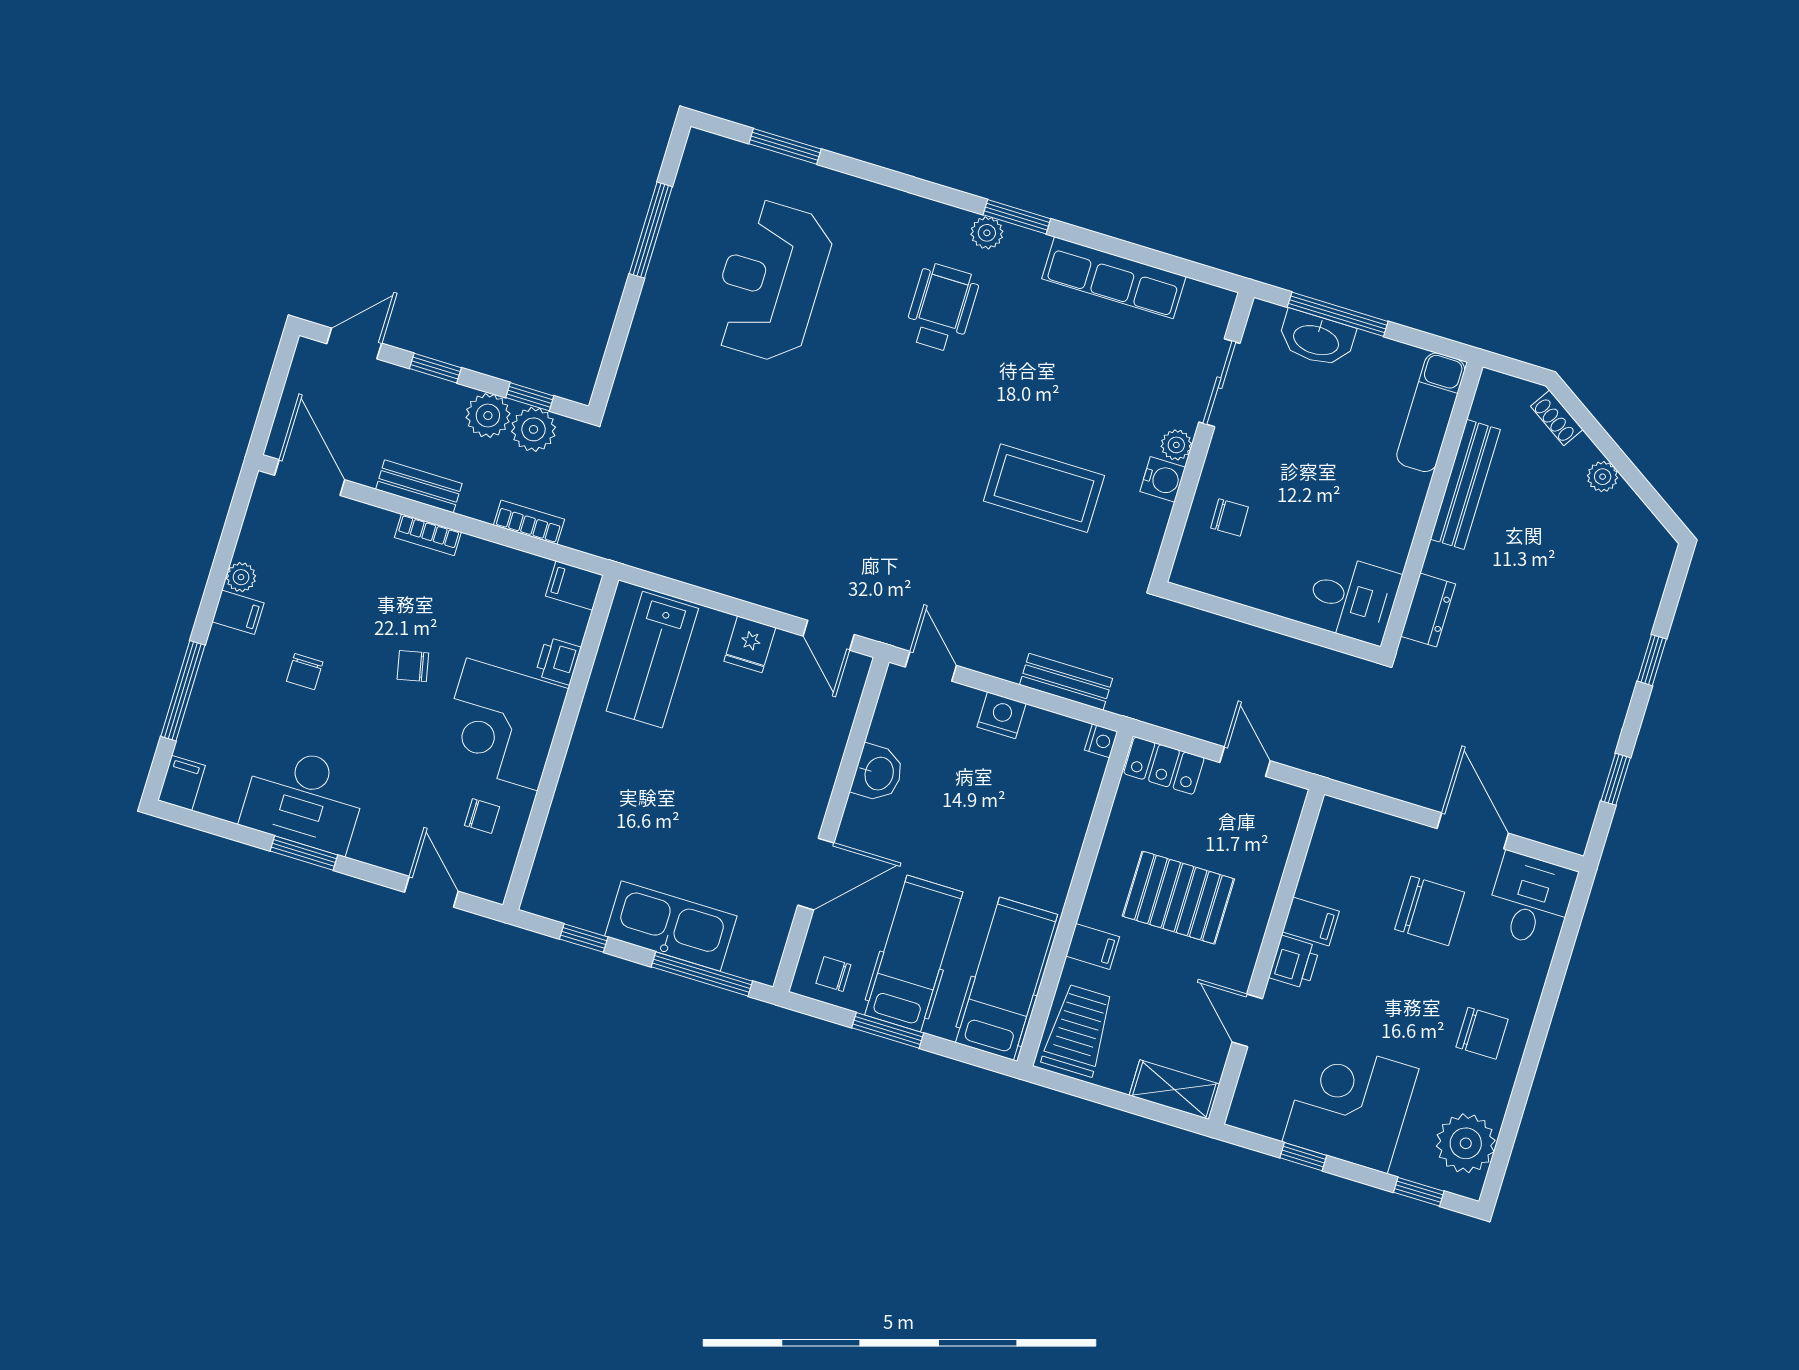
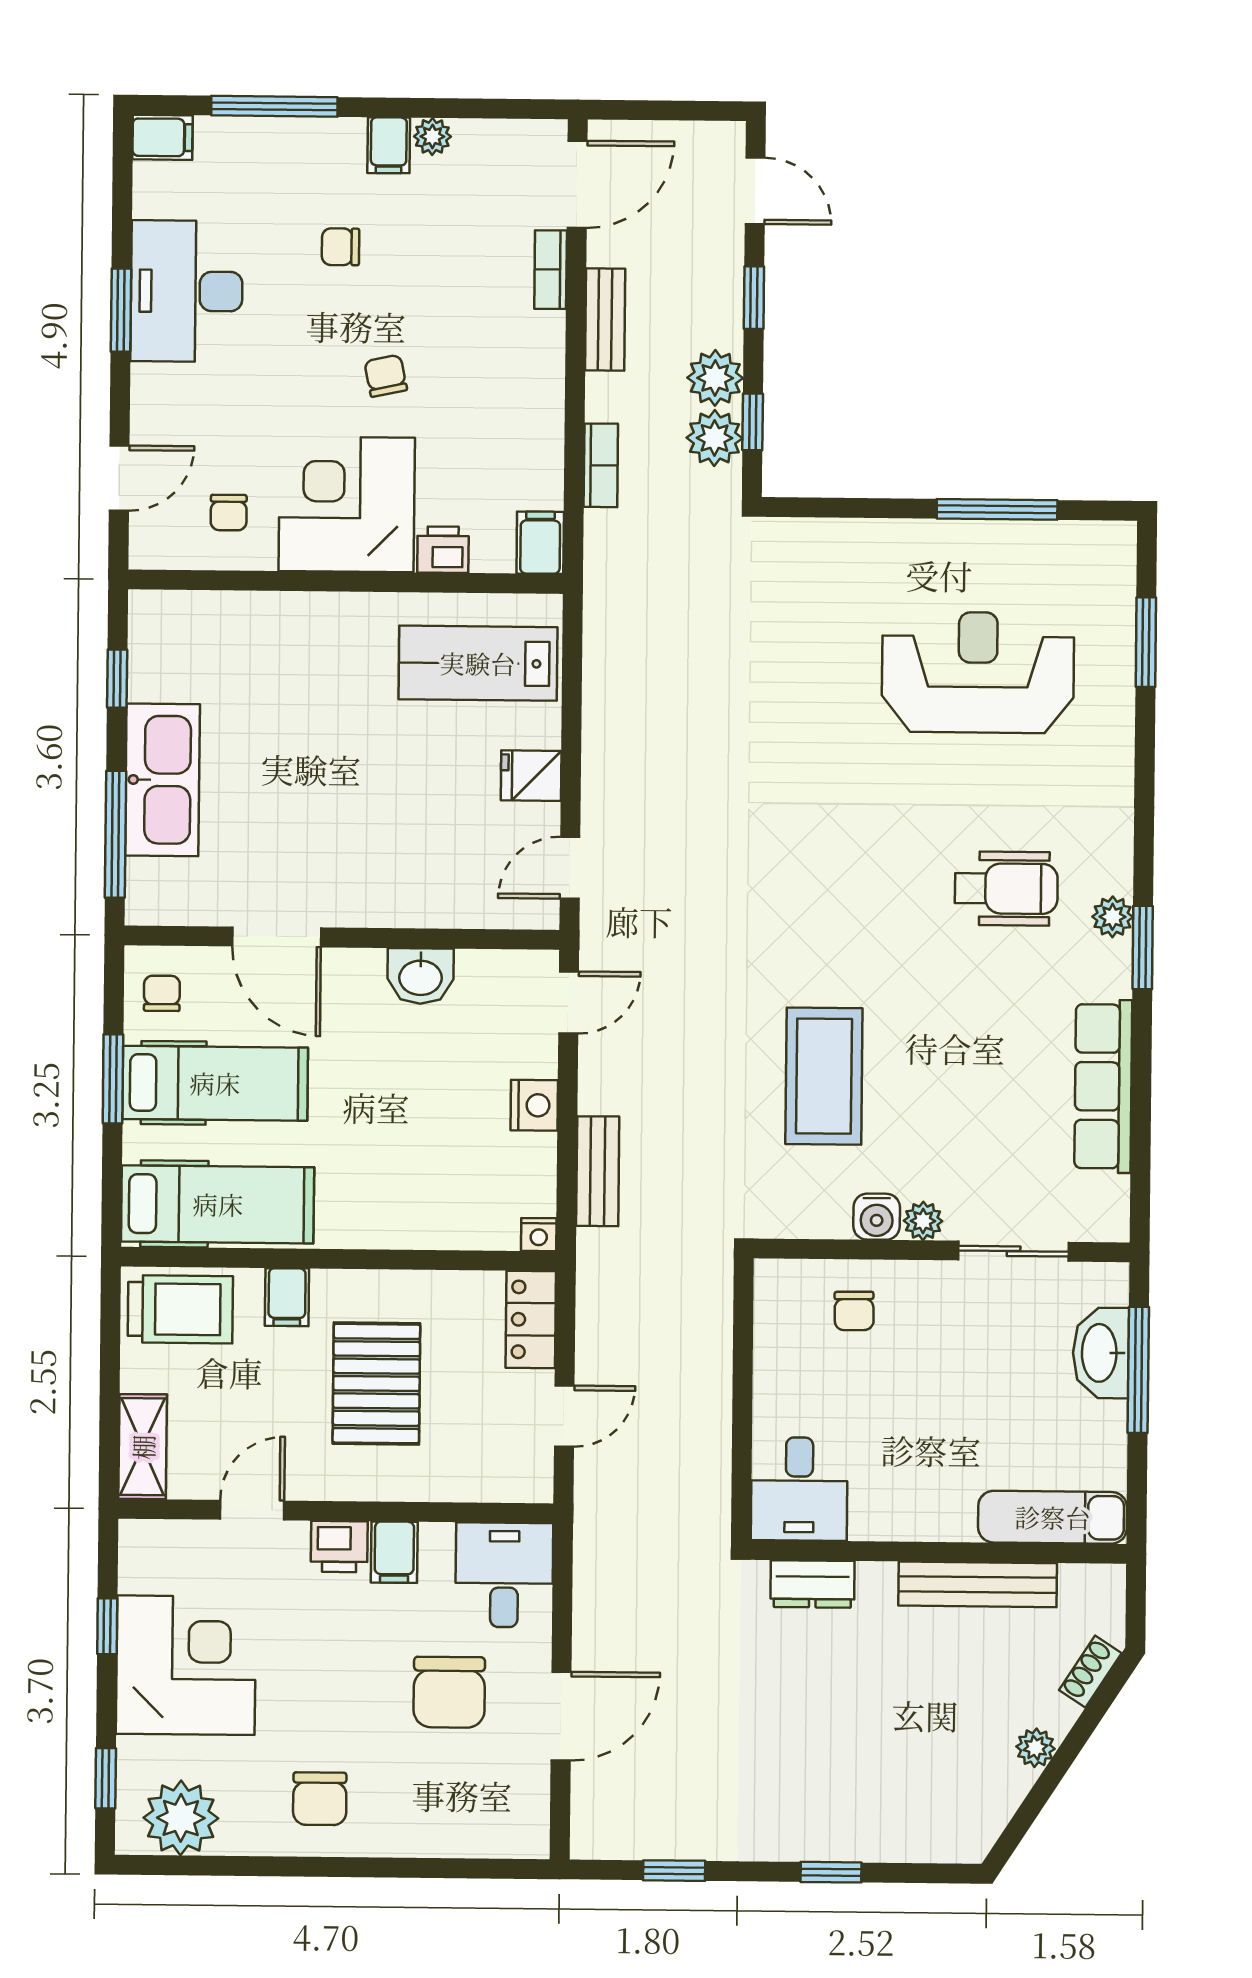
bookcase: (428, 535) -> (551, 270), moved
desk: (1531, 900) -> (504, 1575), moved, turned -90

